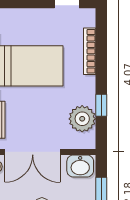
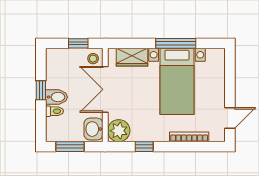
plant: (82, 119) -> (119, 131), moved

